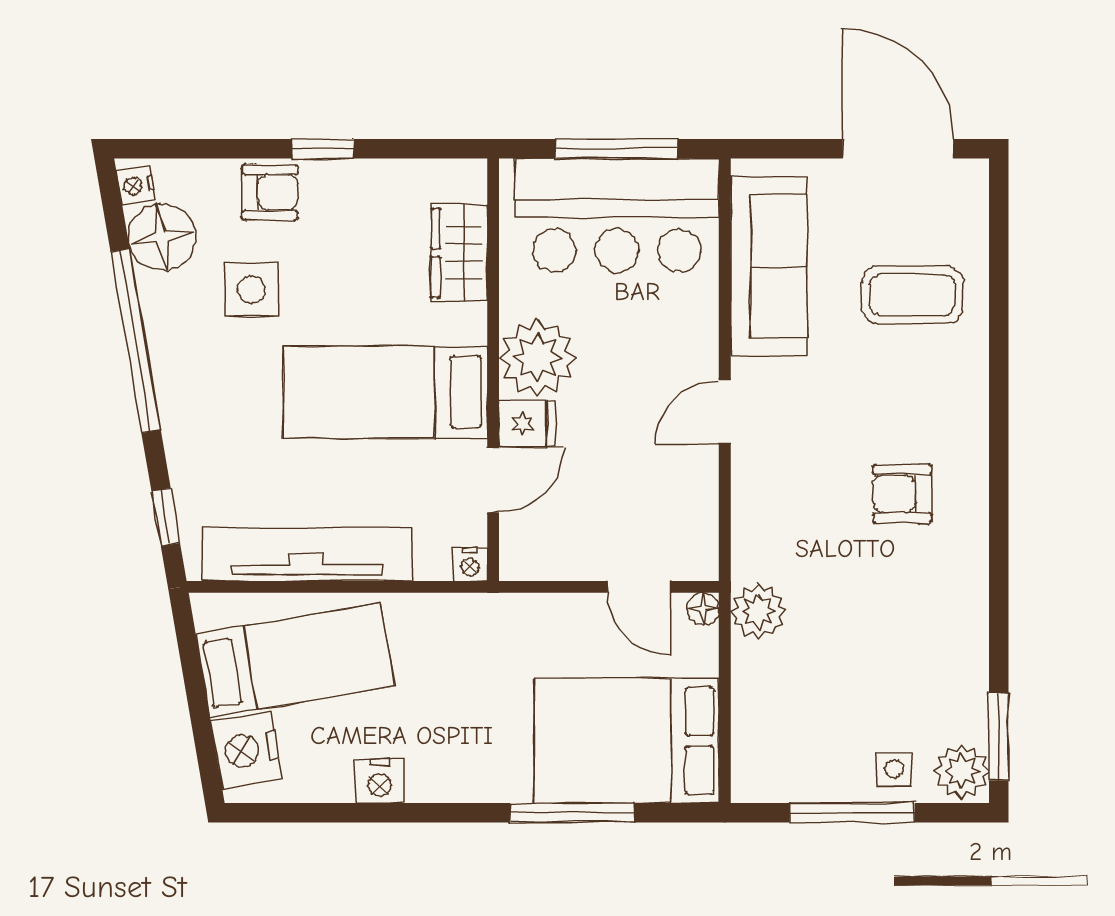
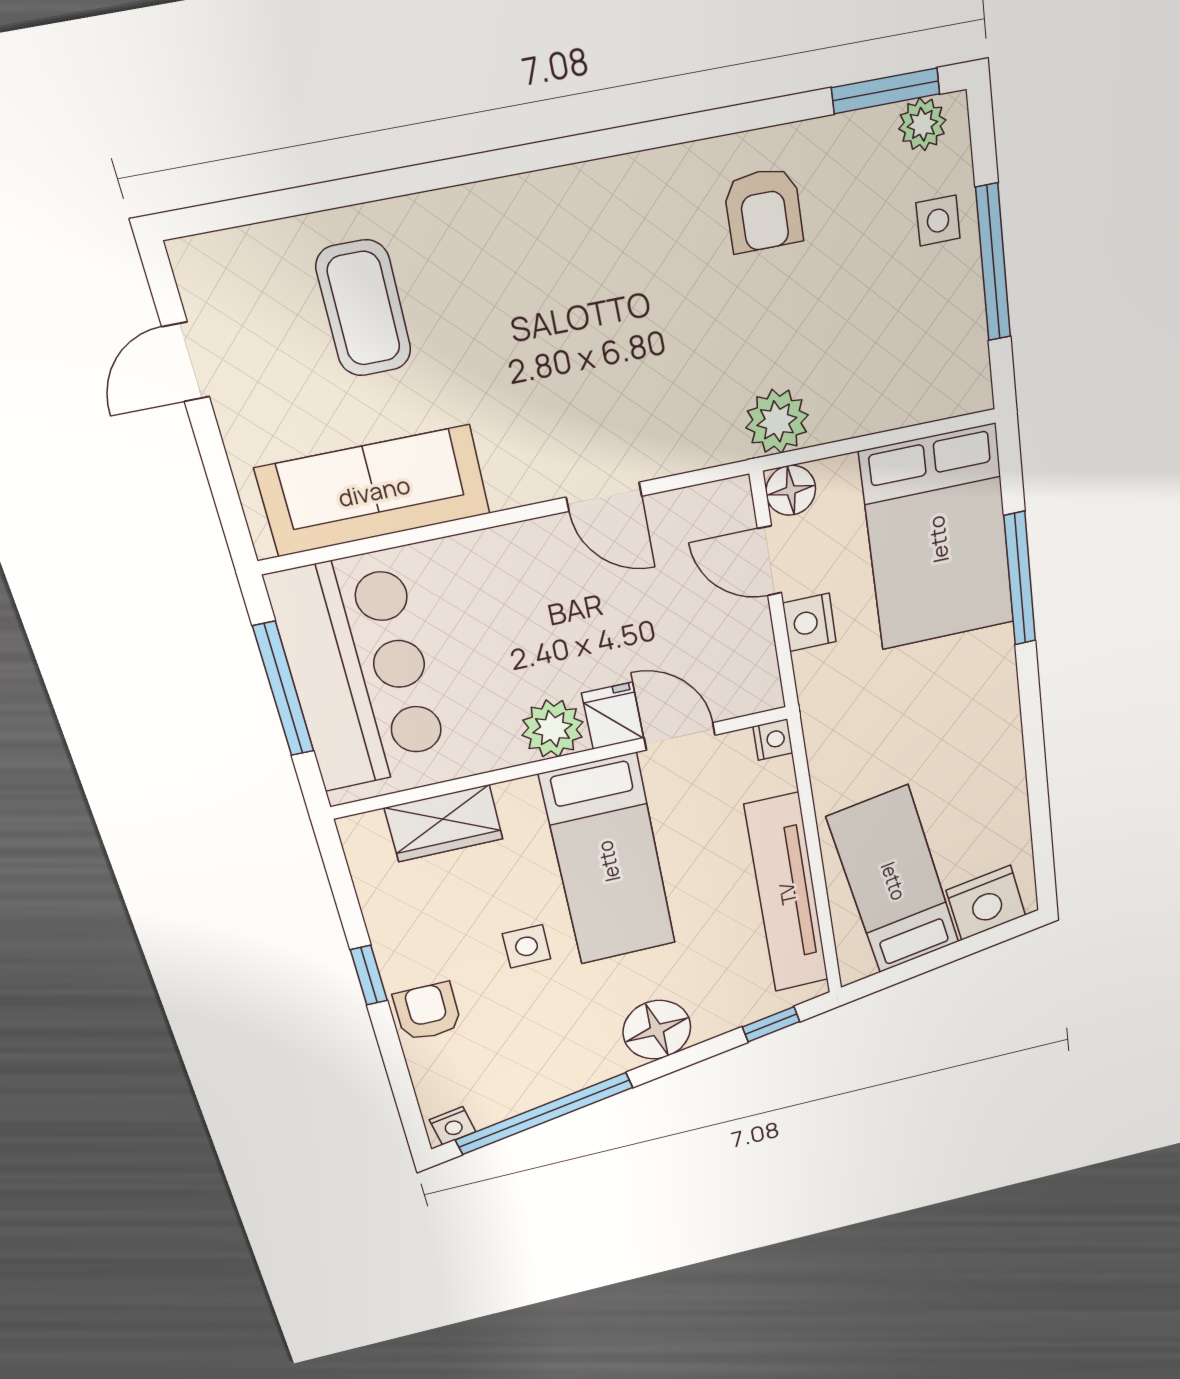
door: (898, 149) -> (186, 362), width x0.53
floor lamp: (162, 237) -> (657, 1030), moved
side table: (251, 290) -> (527, 946), moved, width x0.73, depth x0.73
window: (136, 341) -> (544, 1114), moved
plant: (538, 358) -> (553, 729), width x0.73, depth x0.73
door: (725, 412) -> (604, 497), moved
armchair: (902, 494) -> (763, 210), moved
door: (639, 587) -> (770, 561), swing flipped
floor lamp: (703, 609) -> (791, 490), width x1.37, depth x1.37
plant: (962, 771) -> (922, 124), width x0.73, depth x0.73
nightstand: (380, 781) -> (809, 622), moved, turned 180

